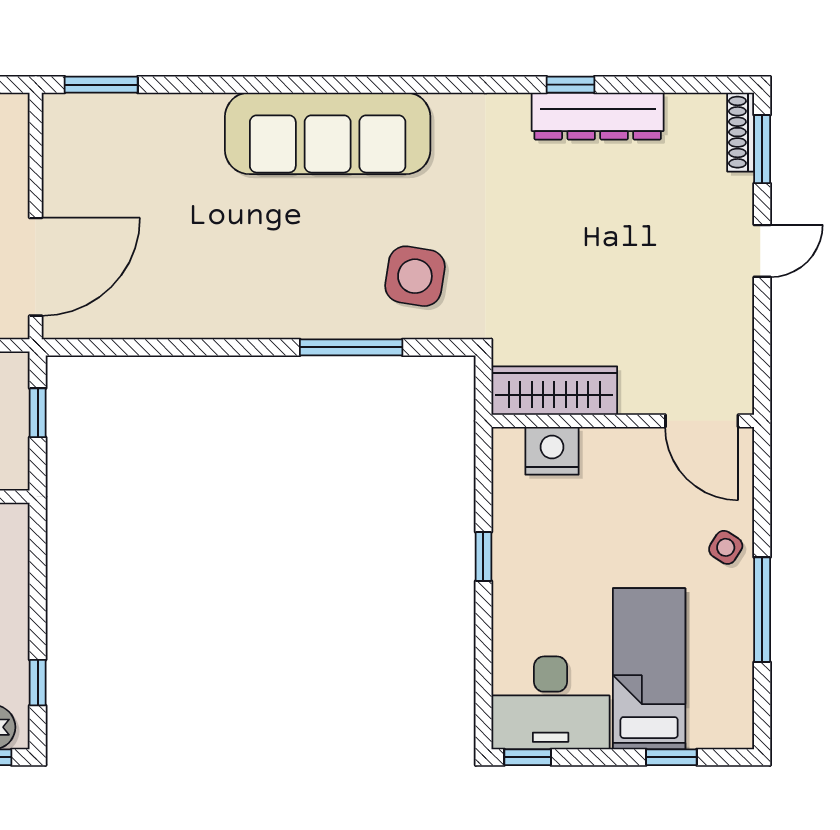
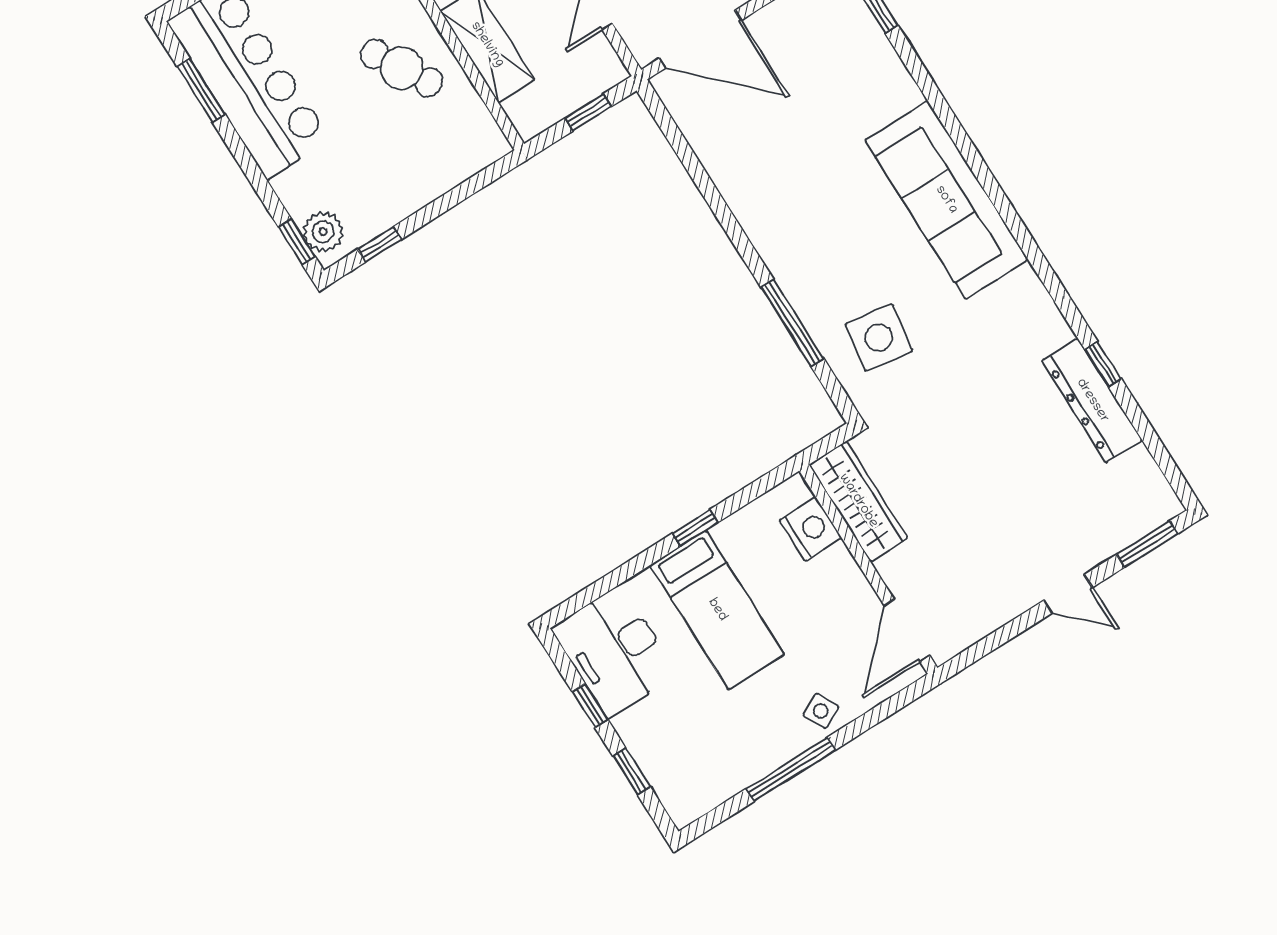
shoe rack: (741, 132) -> (1150, 519), removed
side table: (726, 547) -> (821, 711), turned 30
bed: (649, 669) -> (717, 610), moved, turned 90
window: (528, 757) -> (590, 706), moved

